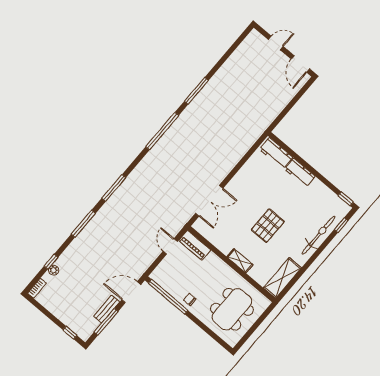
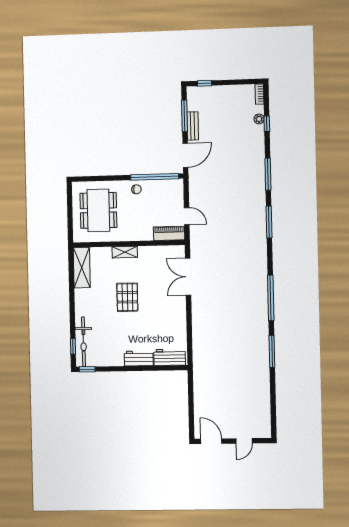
bicycle: (319, 235) -> (83, 342), moved

